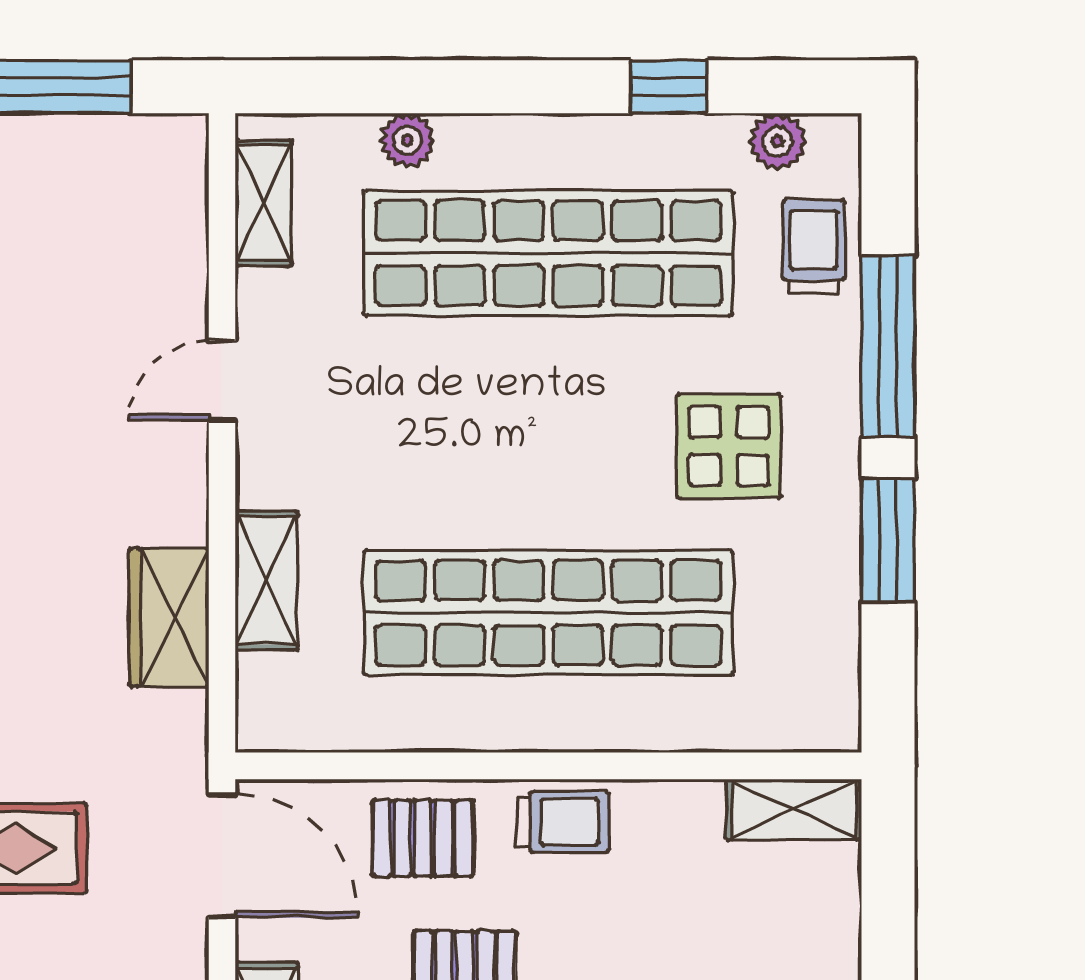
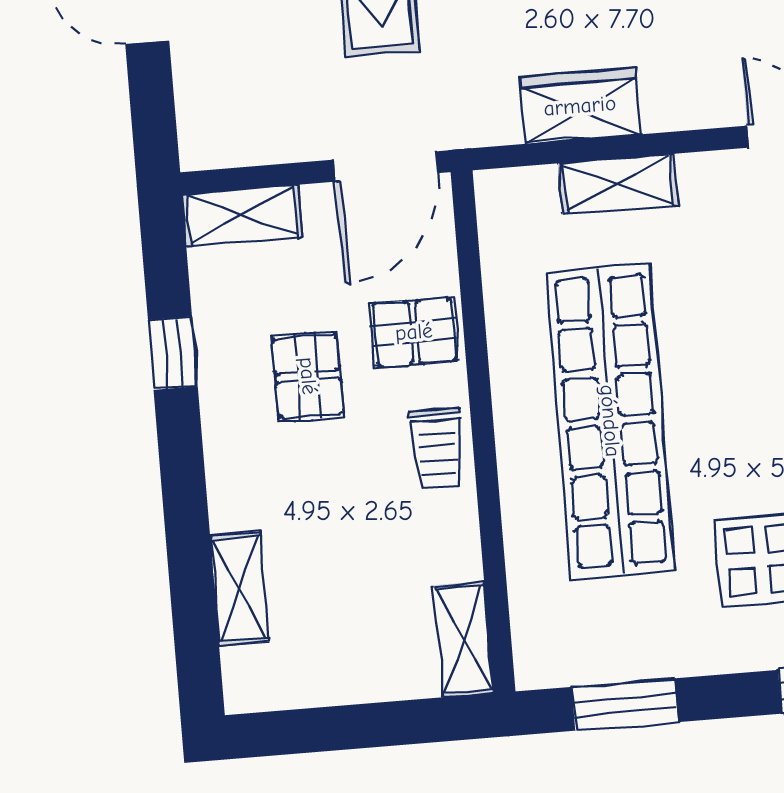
window: (888, 540) -> (625, 704), moved
pallet: (423, 838) -> (414, 332), turned 90

